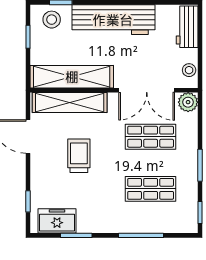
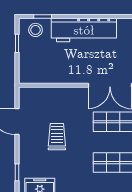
shelving: (72, 77) -> (51, 75), removed
shelving: (70, 103) -> (50, 95), removed

